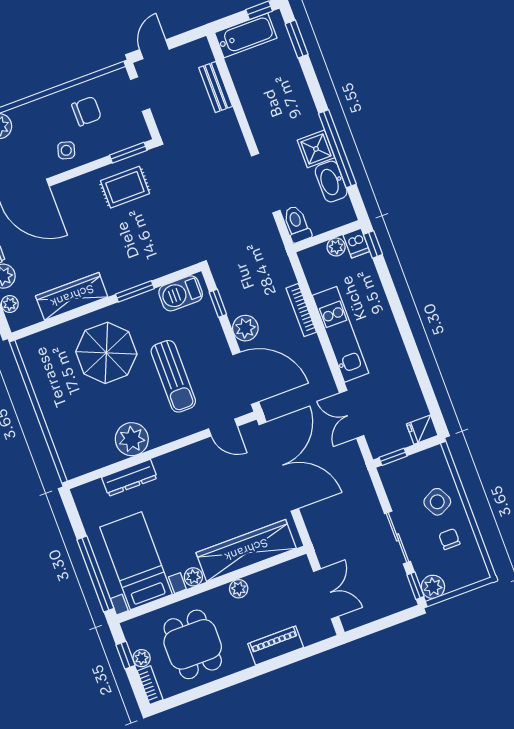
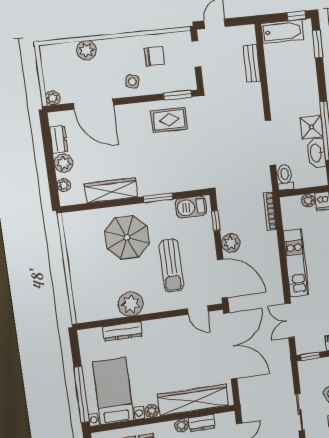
bookcase: (301, 310) -> (270, 211), moved
dresser: (266, 580) -> (202, 423), added

